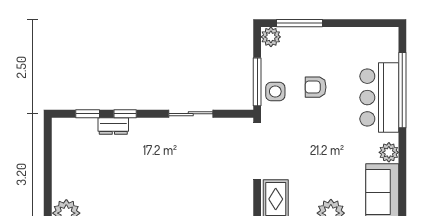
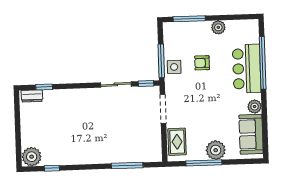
plant: (271, 37) -> (218, 27), moved
window: (125, 114) -> (146, 83), moved
dresser: (113, 126) -> (32, 96), moved
doorway: (257, 151) -> (163, 109), width x0.73

